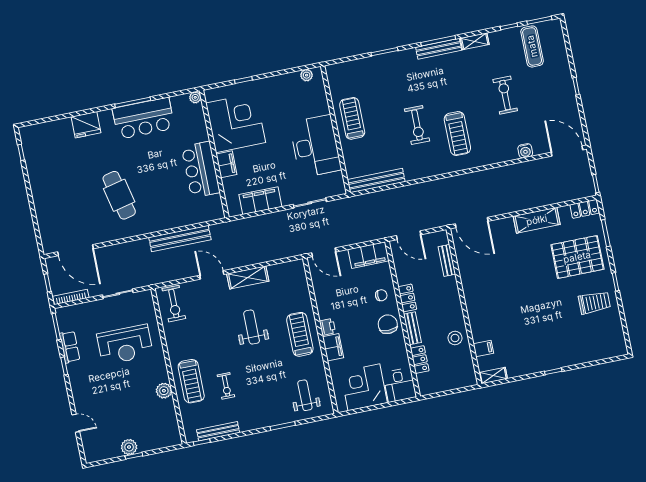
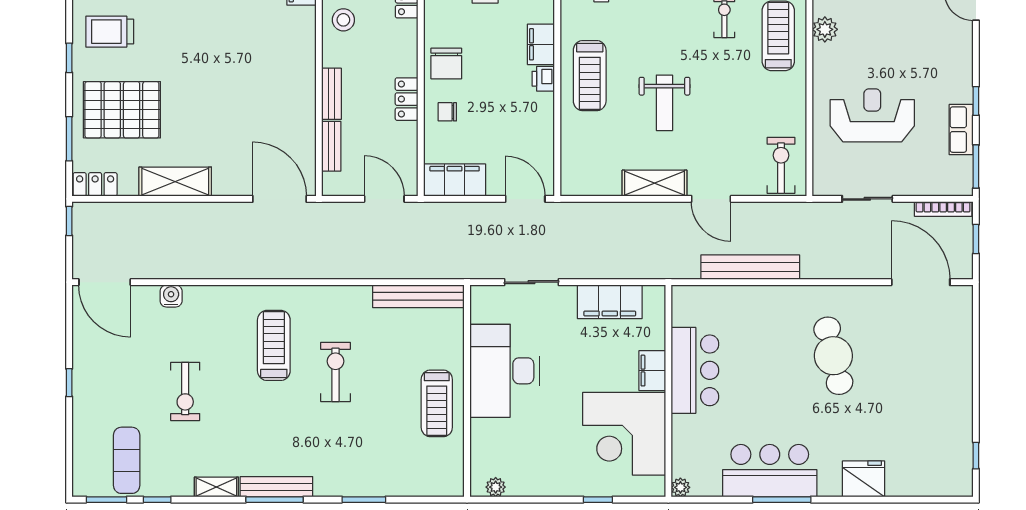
bench: (412, 328) -> (332, 94), moved

